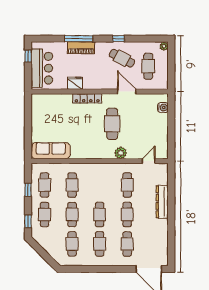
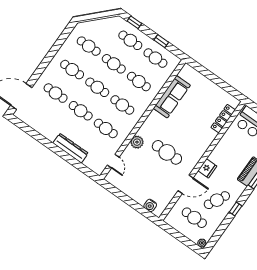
fridge: (75, 83) -> (207, 168), moved
locker: (87, 98) -> (223, 119), moved
sofa: (51, 151) -> (172, 97), moved
cafe table: (100, 185) -> (122, 105), added

